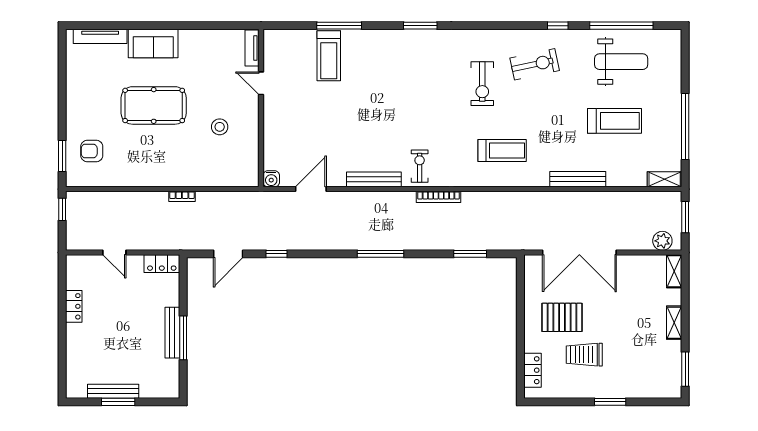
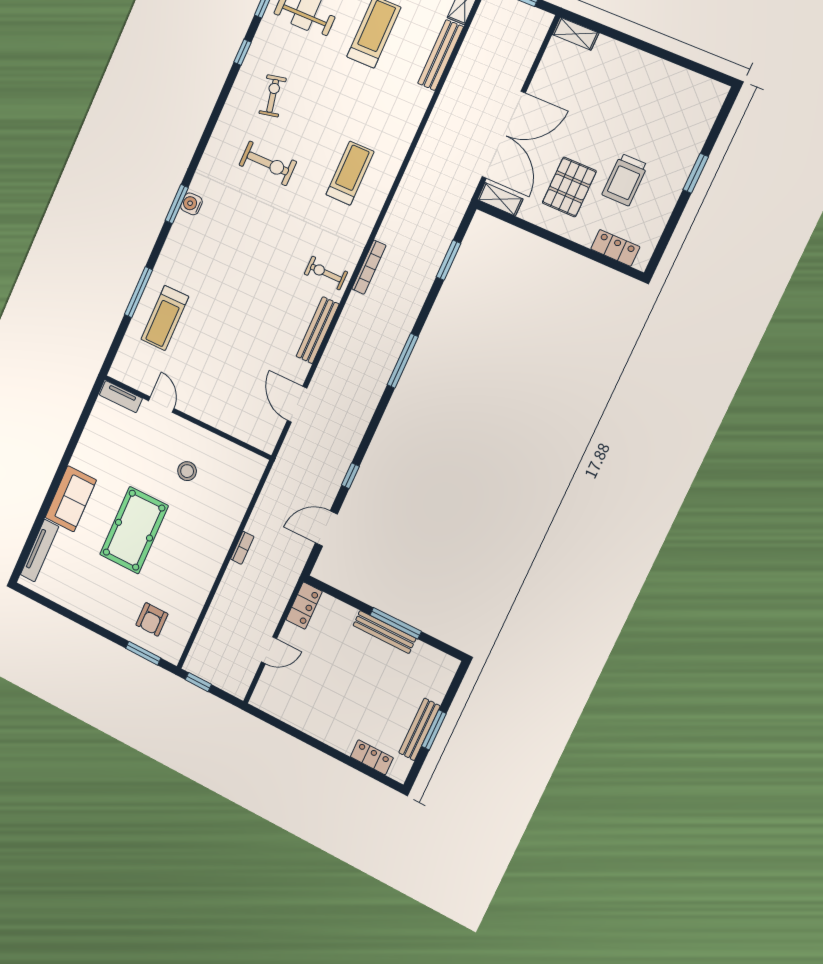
treadmill: (329, 56) -> (165, 318), turned 90
exercise bike: (535, 64) -> (273, 96), width x0.73, depth x0.72
door: (261, 83) -> (161, 405), swing flipped
water cooler: (271, 179) -> (191, 204), moved, turned 180
bench: (578, 179) -> (441, 55), moved
plant: (662, 241) -> (534, 33), removed
door: (228, 254) -> (326, 529), swing flipped
locker: (74, 306) -> (372, 757), moved
shelving: (674, 323) -> (500, 199), moved
window: (685, 369) -> (698, 68), removed

